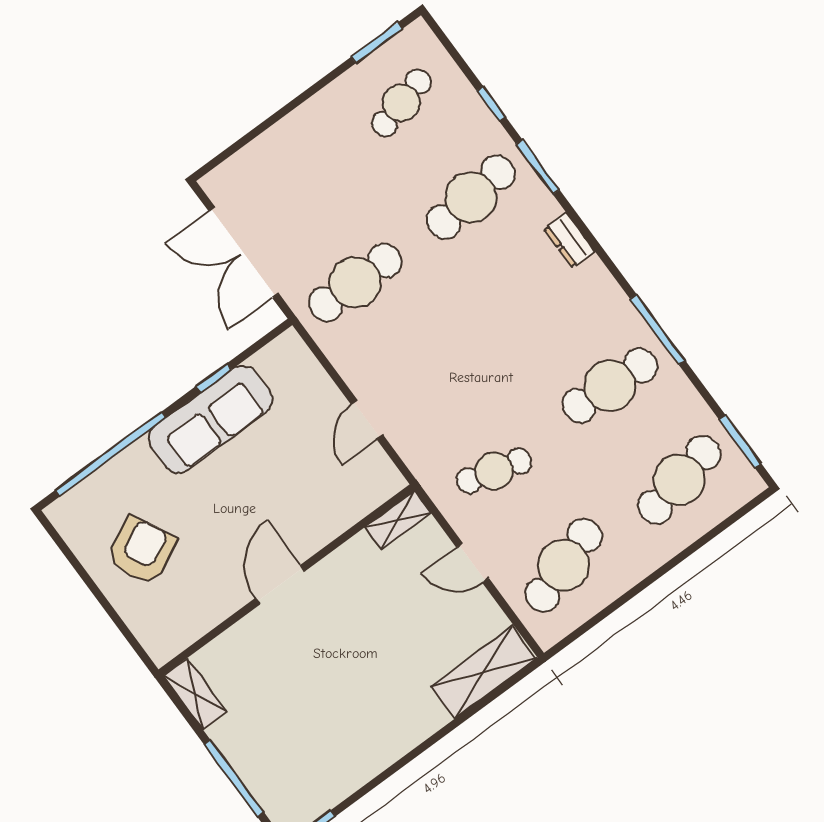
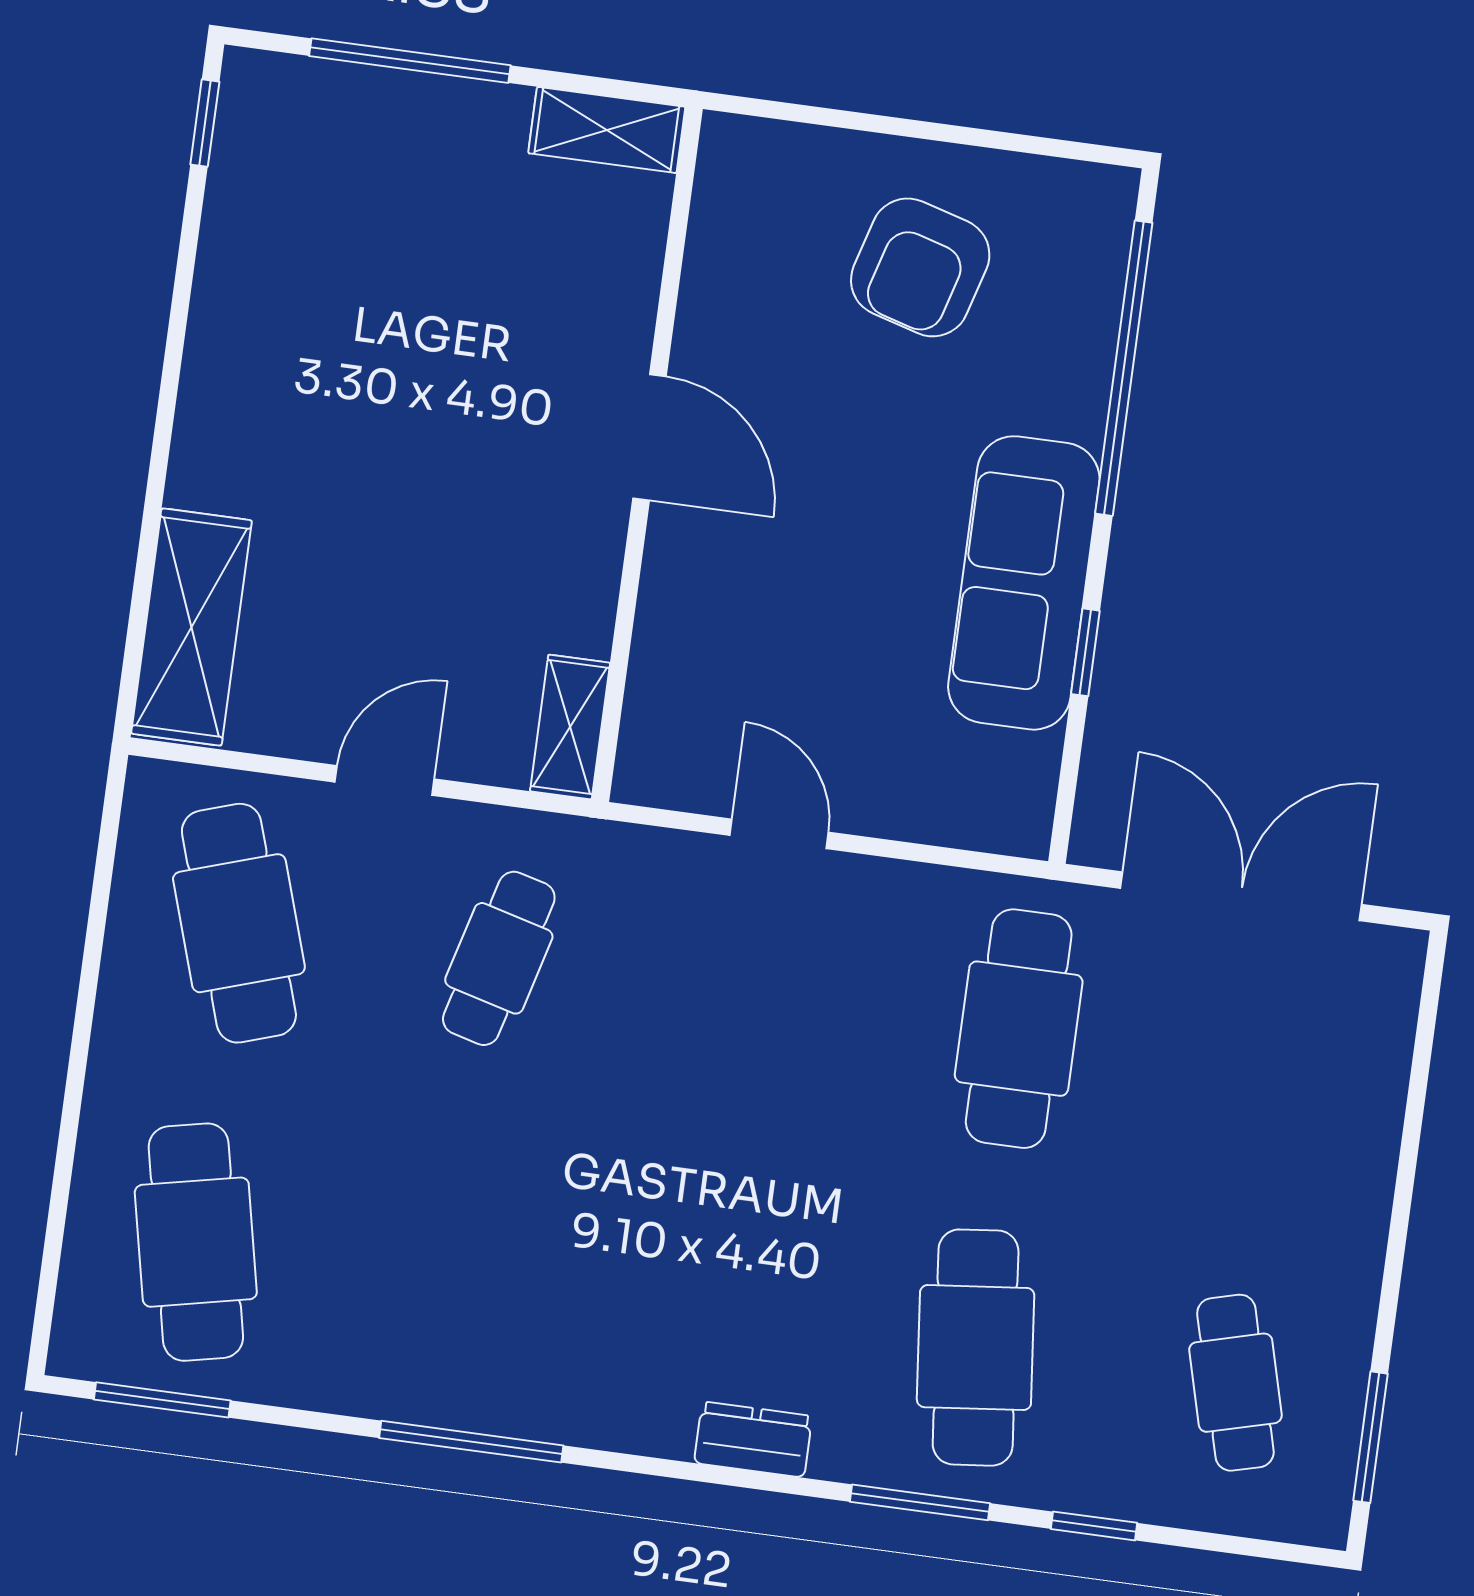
cafe table: (610, 386) -> (456, 1277), removed
armchair: (142, 551) -> (920, 267), turned 43

